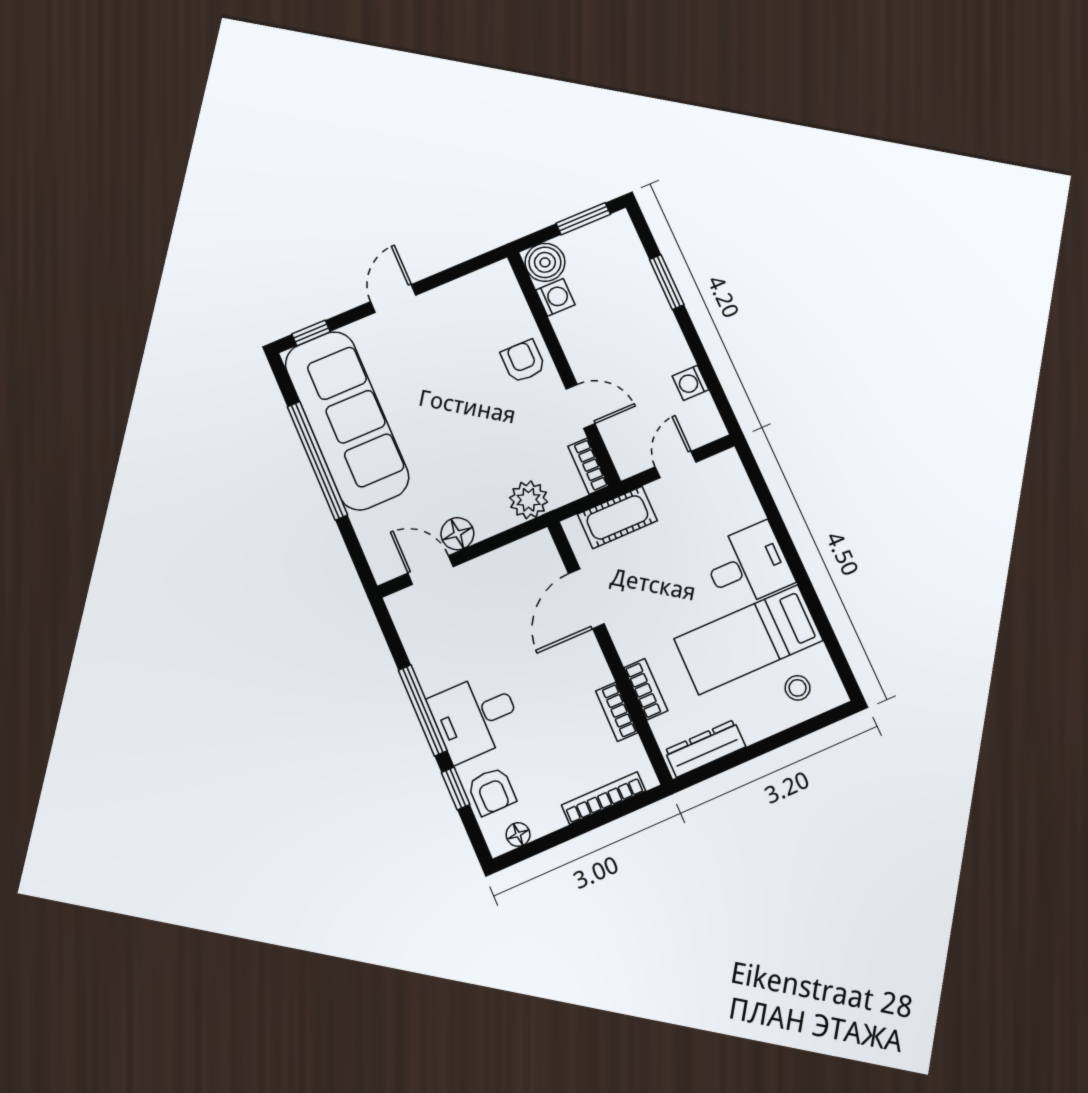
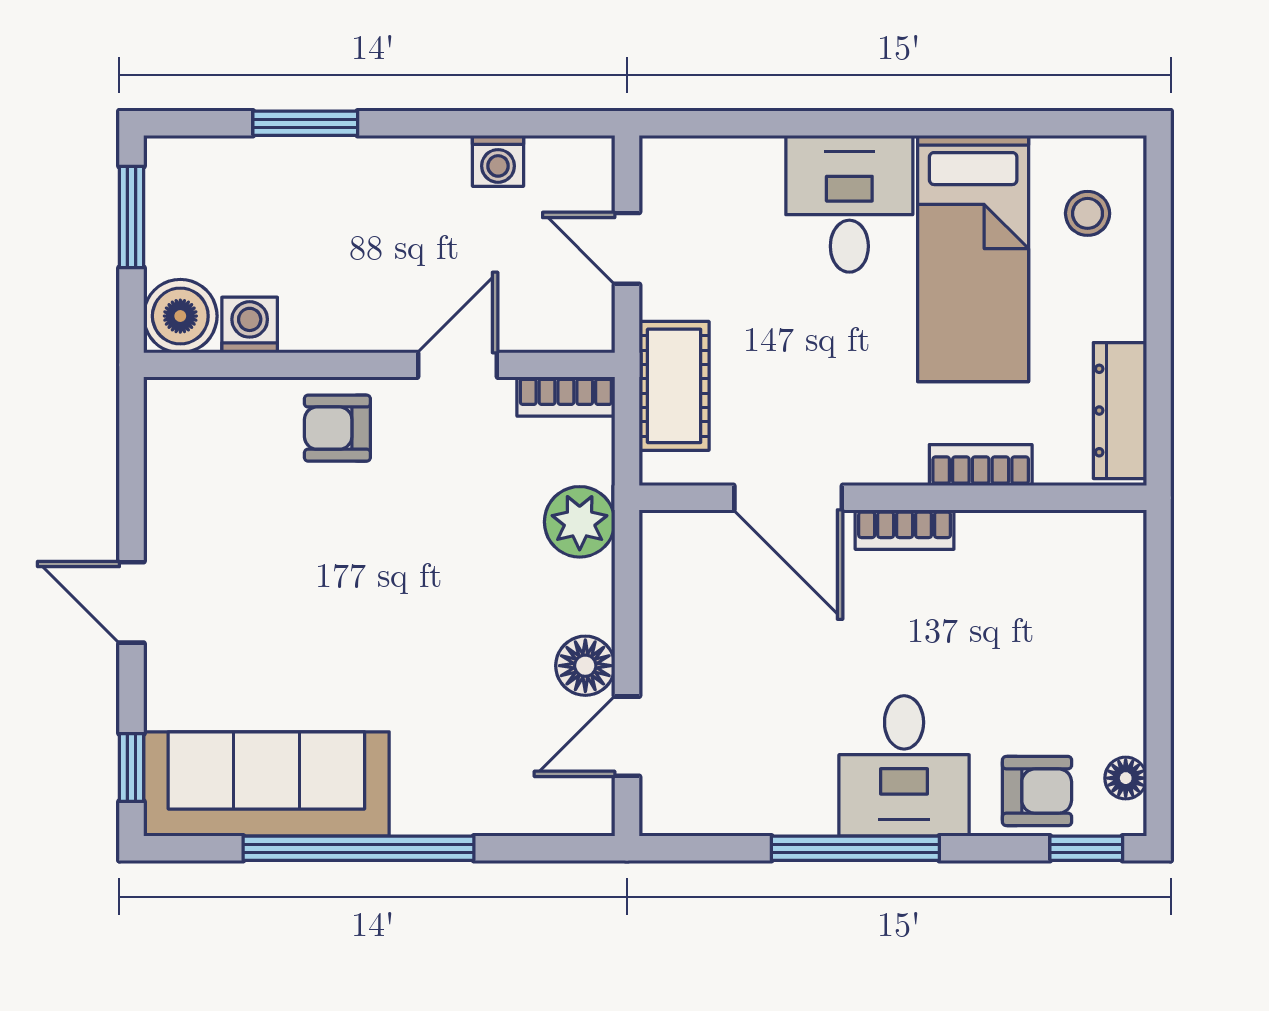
sofa: (347, 420) -> (266, 784), width x0.74, depth x0.79
bookcase: (617, 712) -> (905, 530), moved
window: (456, 788) -> (1086, 848), moved
bookcase: (603, 798) -> (1128, 613), removed

